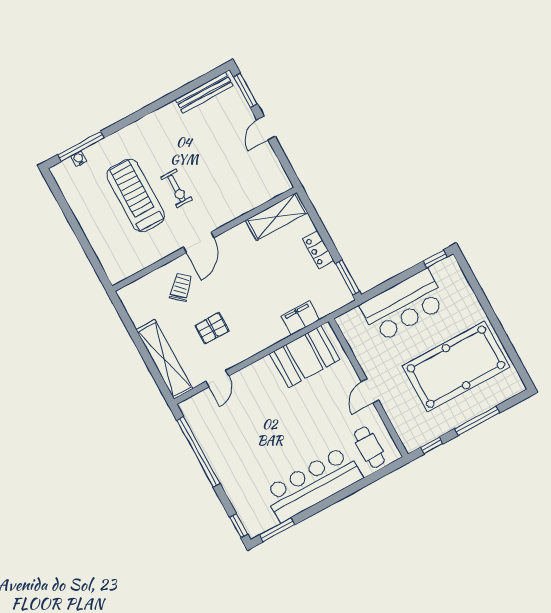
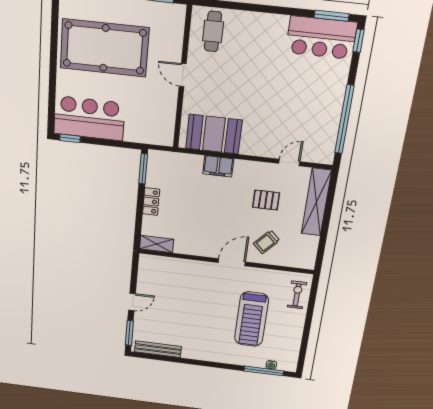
exercise bike: (177, 188) -> (297, 295), moved
shelving: (276, 217) -> (157, 244), width x0.67, depth x0.75
bar counter: (403, 305) -> (89, 118), moved
filing cabinet: (300, 318) -> (218, 166), moved
door: (370, 391) -> (183, 75), swing flipped
bar counter: (313, 484) -> (321, 38), moved, width x0.73

